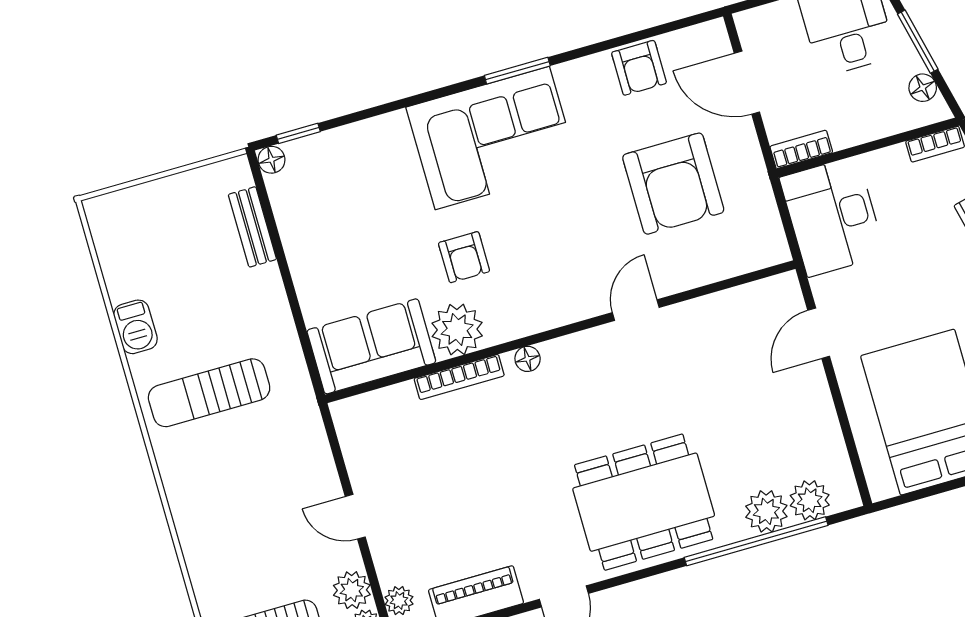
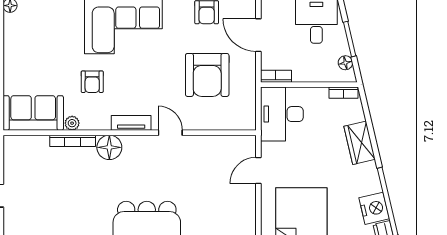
door: (636, 310) -> (170, 133), hinge flipped
tv unit: (558, 313) -> (131, 123), added
plant: (457, 330) -> (72, 123), width x0.53, depth x0.53
floor lamp: (528, 359) -> (109, 147), width x1.89, depth x1.89

